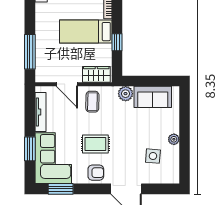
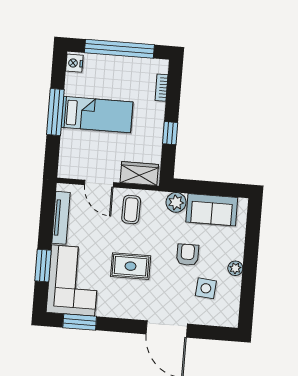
bed: (86, 32) -> (97, 115), moved, turned 180
window: (30, 52) -> (55, 112), moved
armchair: (96, 173) -> (188, 255), moved, turned -90

